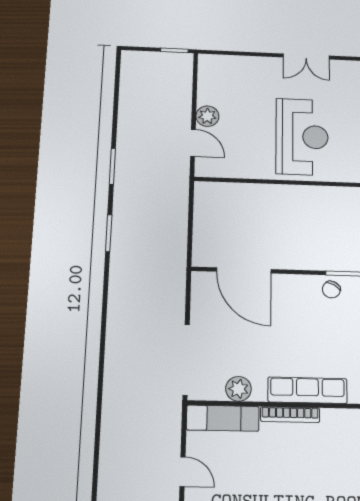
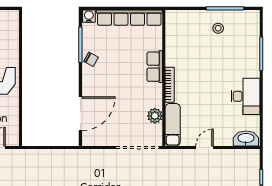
row of seats: (307, 390) -> (155, 67), width x0.68

